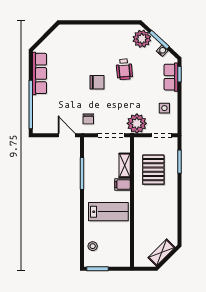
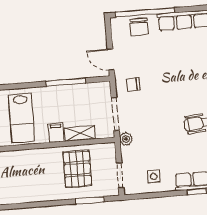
chair: (97, 82) -> (139, 27), moved
plant: (137, 123) -> (126, 139), width x0.53, depth x0.53
door: (67, 135) -> (111, 60), swing flipped
pallet: (153, 170) -> (77, 169), turned 90

